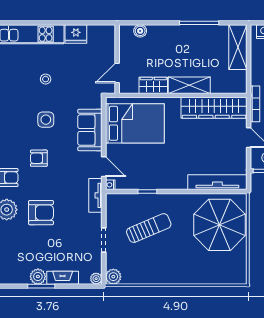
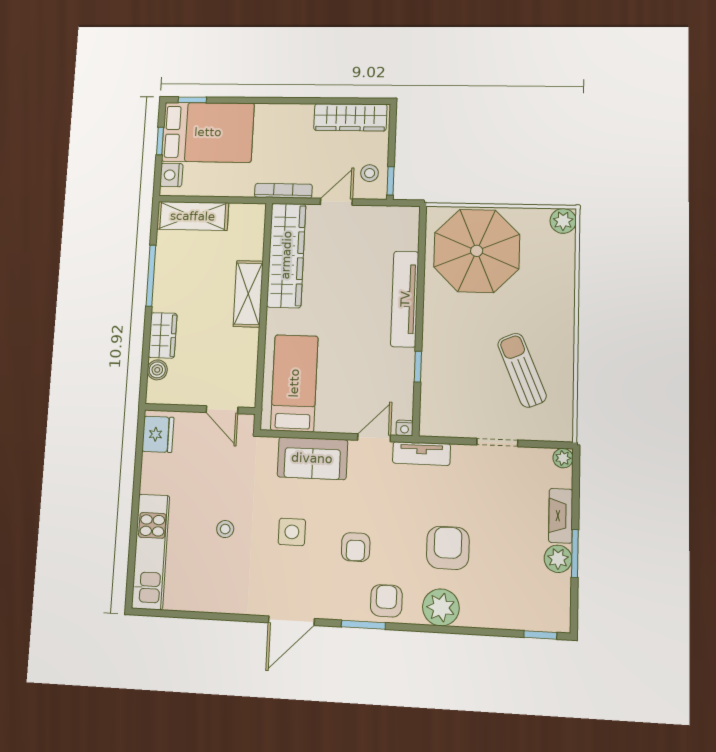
fridge: (76, 34) -> (158, 434), moved
wardrobe: (153, 85) -> (163, 335), moved, turned 180
bed: (135, 123) -> (294, 383), width x0.67
tv unit: (217, 182) -> (405, 299), moved
sun lounger: (149, 228) -> (522, 370), moved
plant: (113, 277) -> (563, 221), moved

